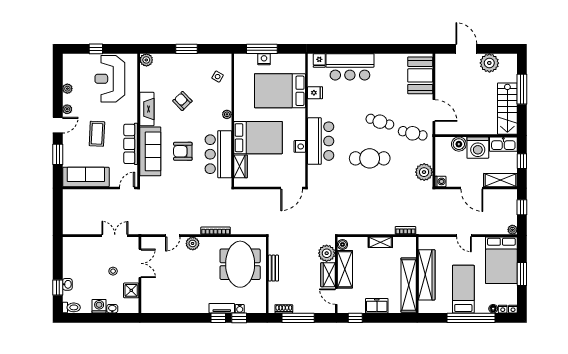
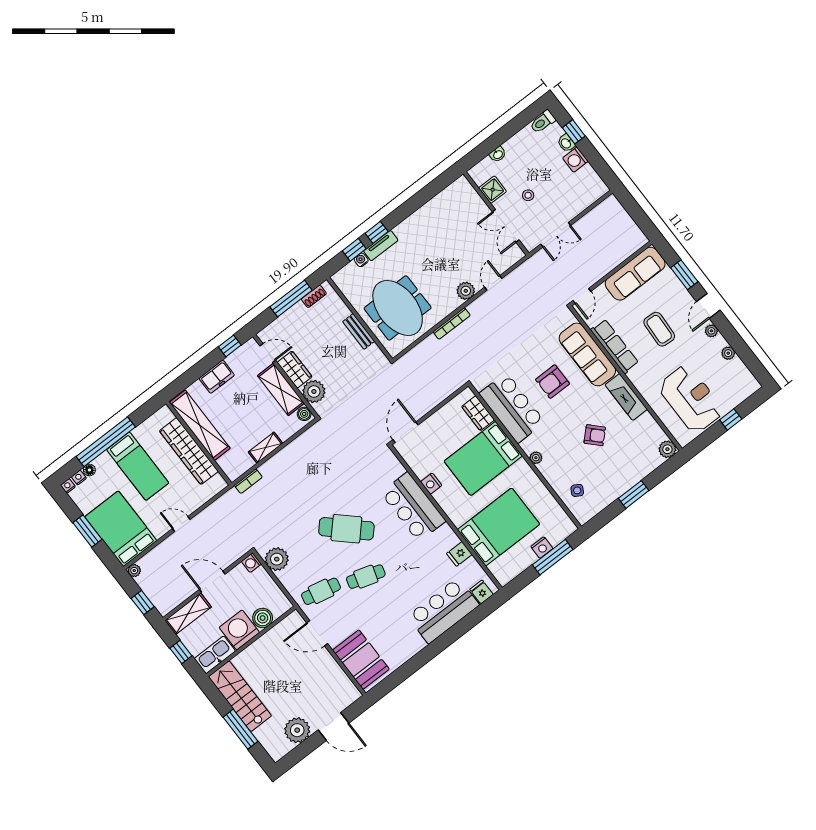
armchair: (183, 151) -> (552, 382), turned 180
cafe table: (370, 158) -> (346, 529), turned 43
washing machine: (99, 306) -> (575, 160), moved, turned 90

